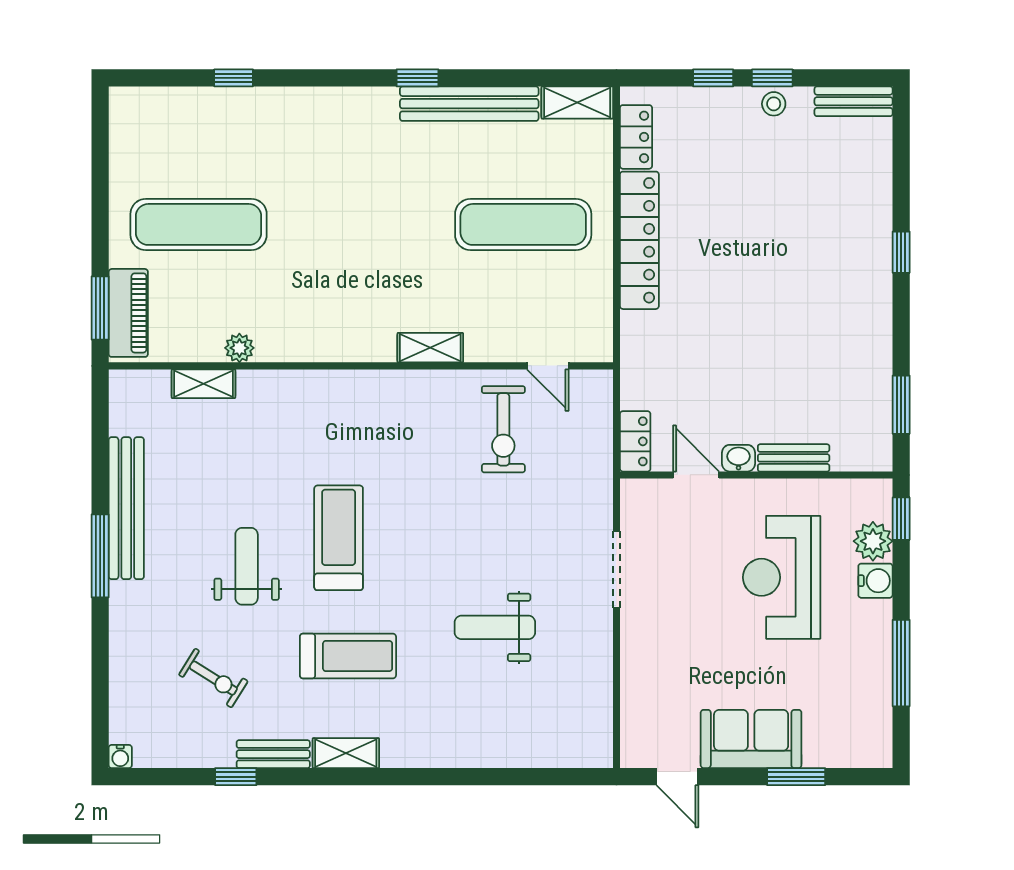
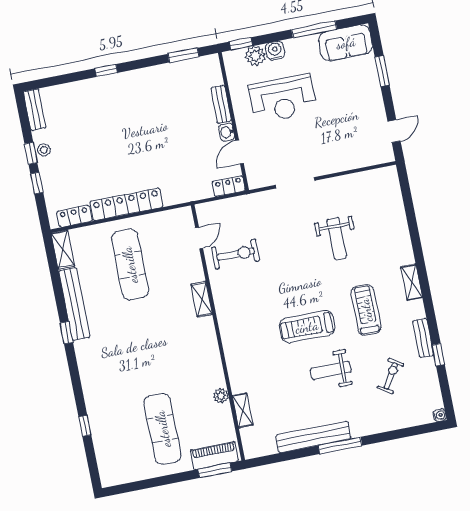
sofa: (751, 739) -> (346, 43), moved, turned -90
shelving: (346, 753) -> (412, 282), moved

